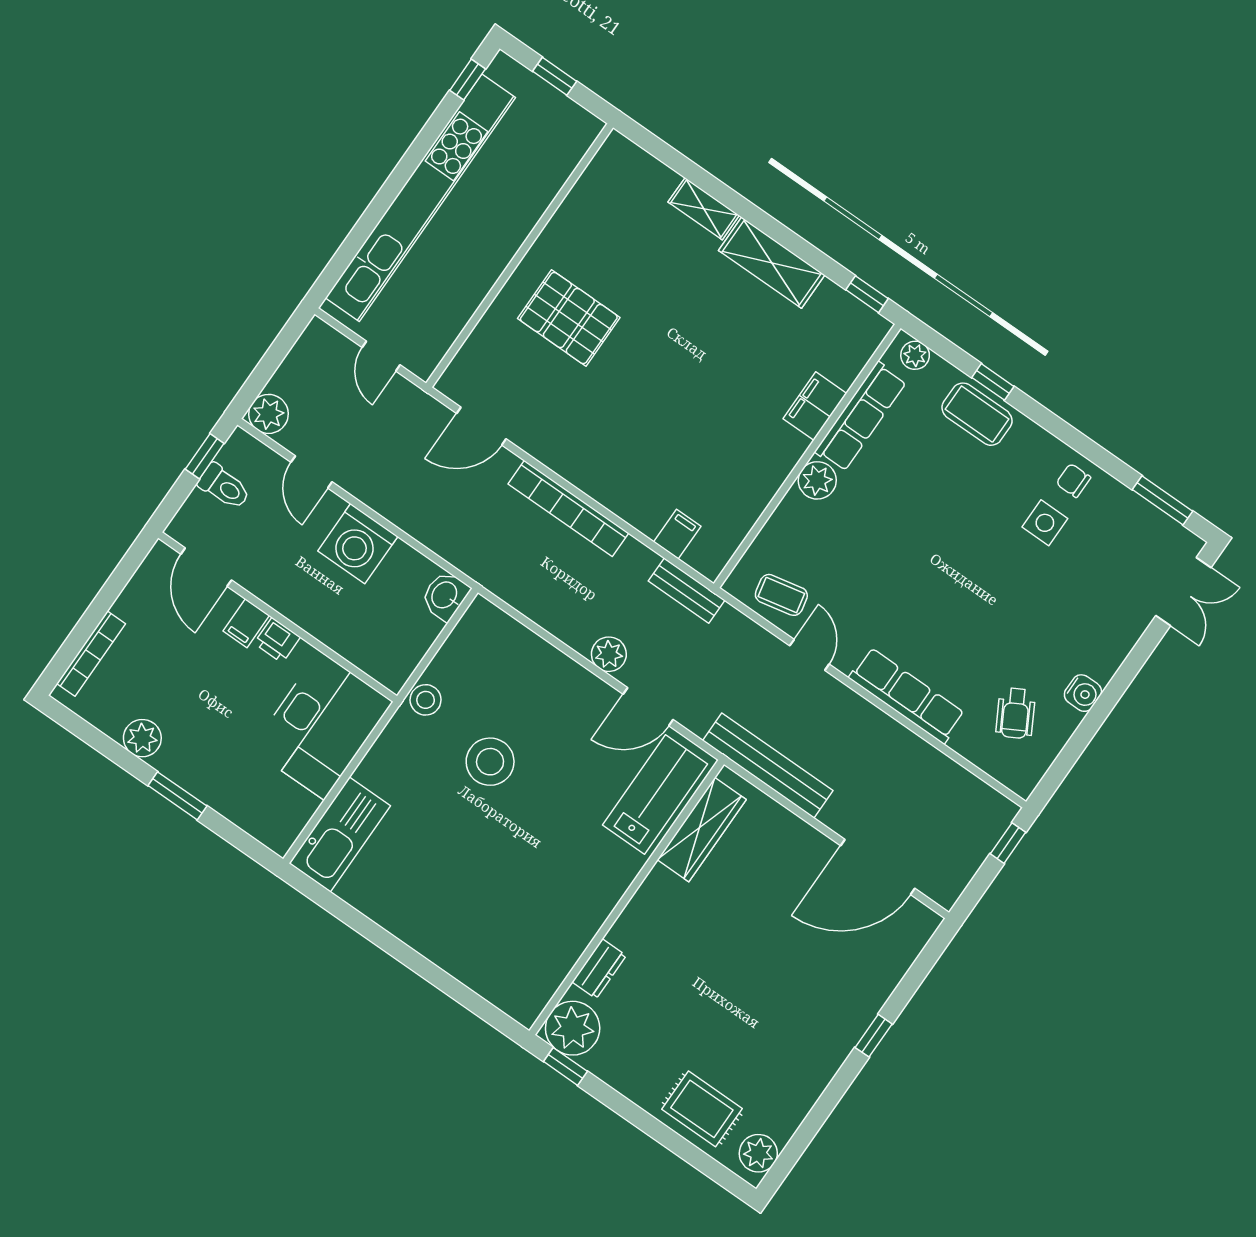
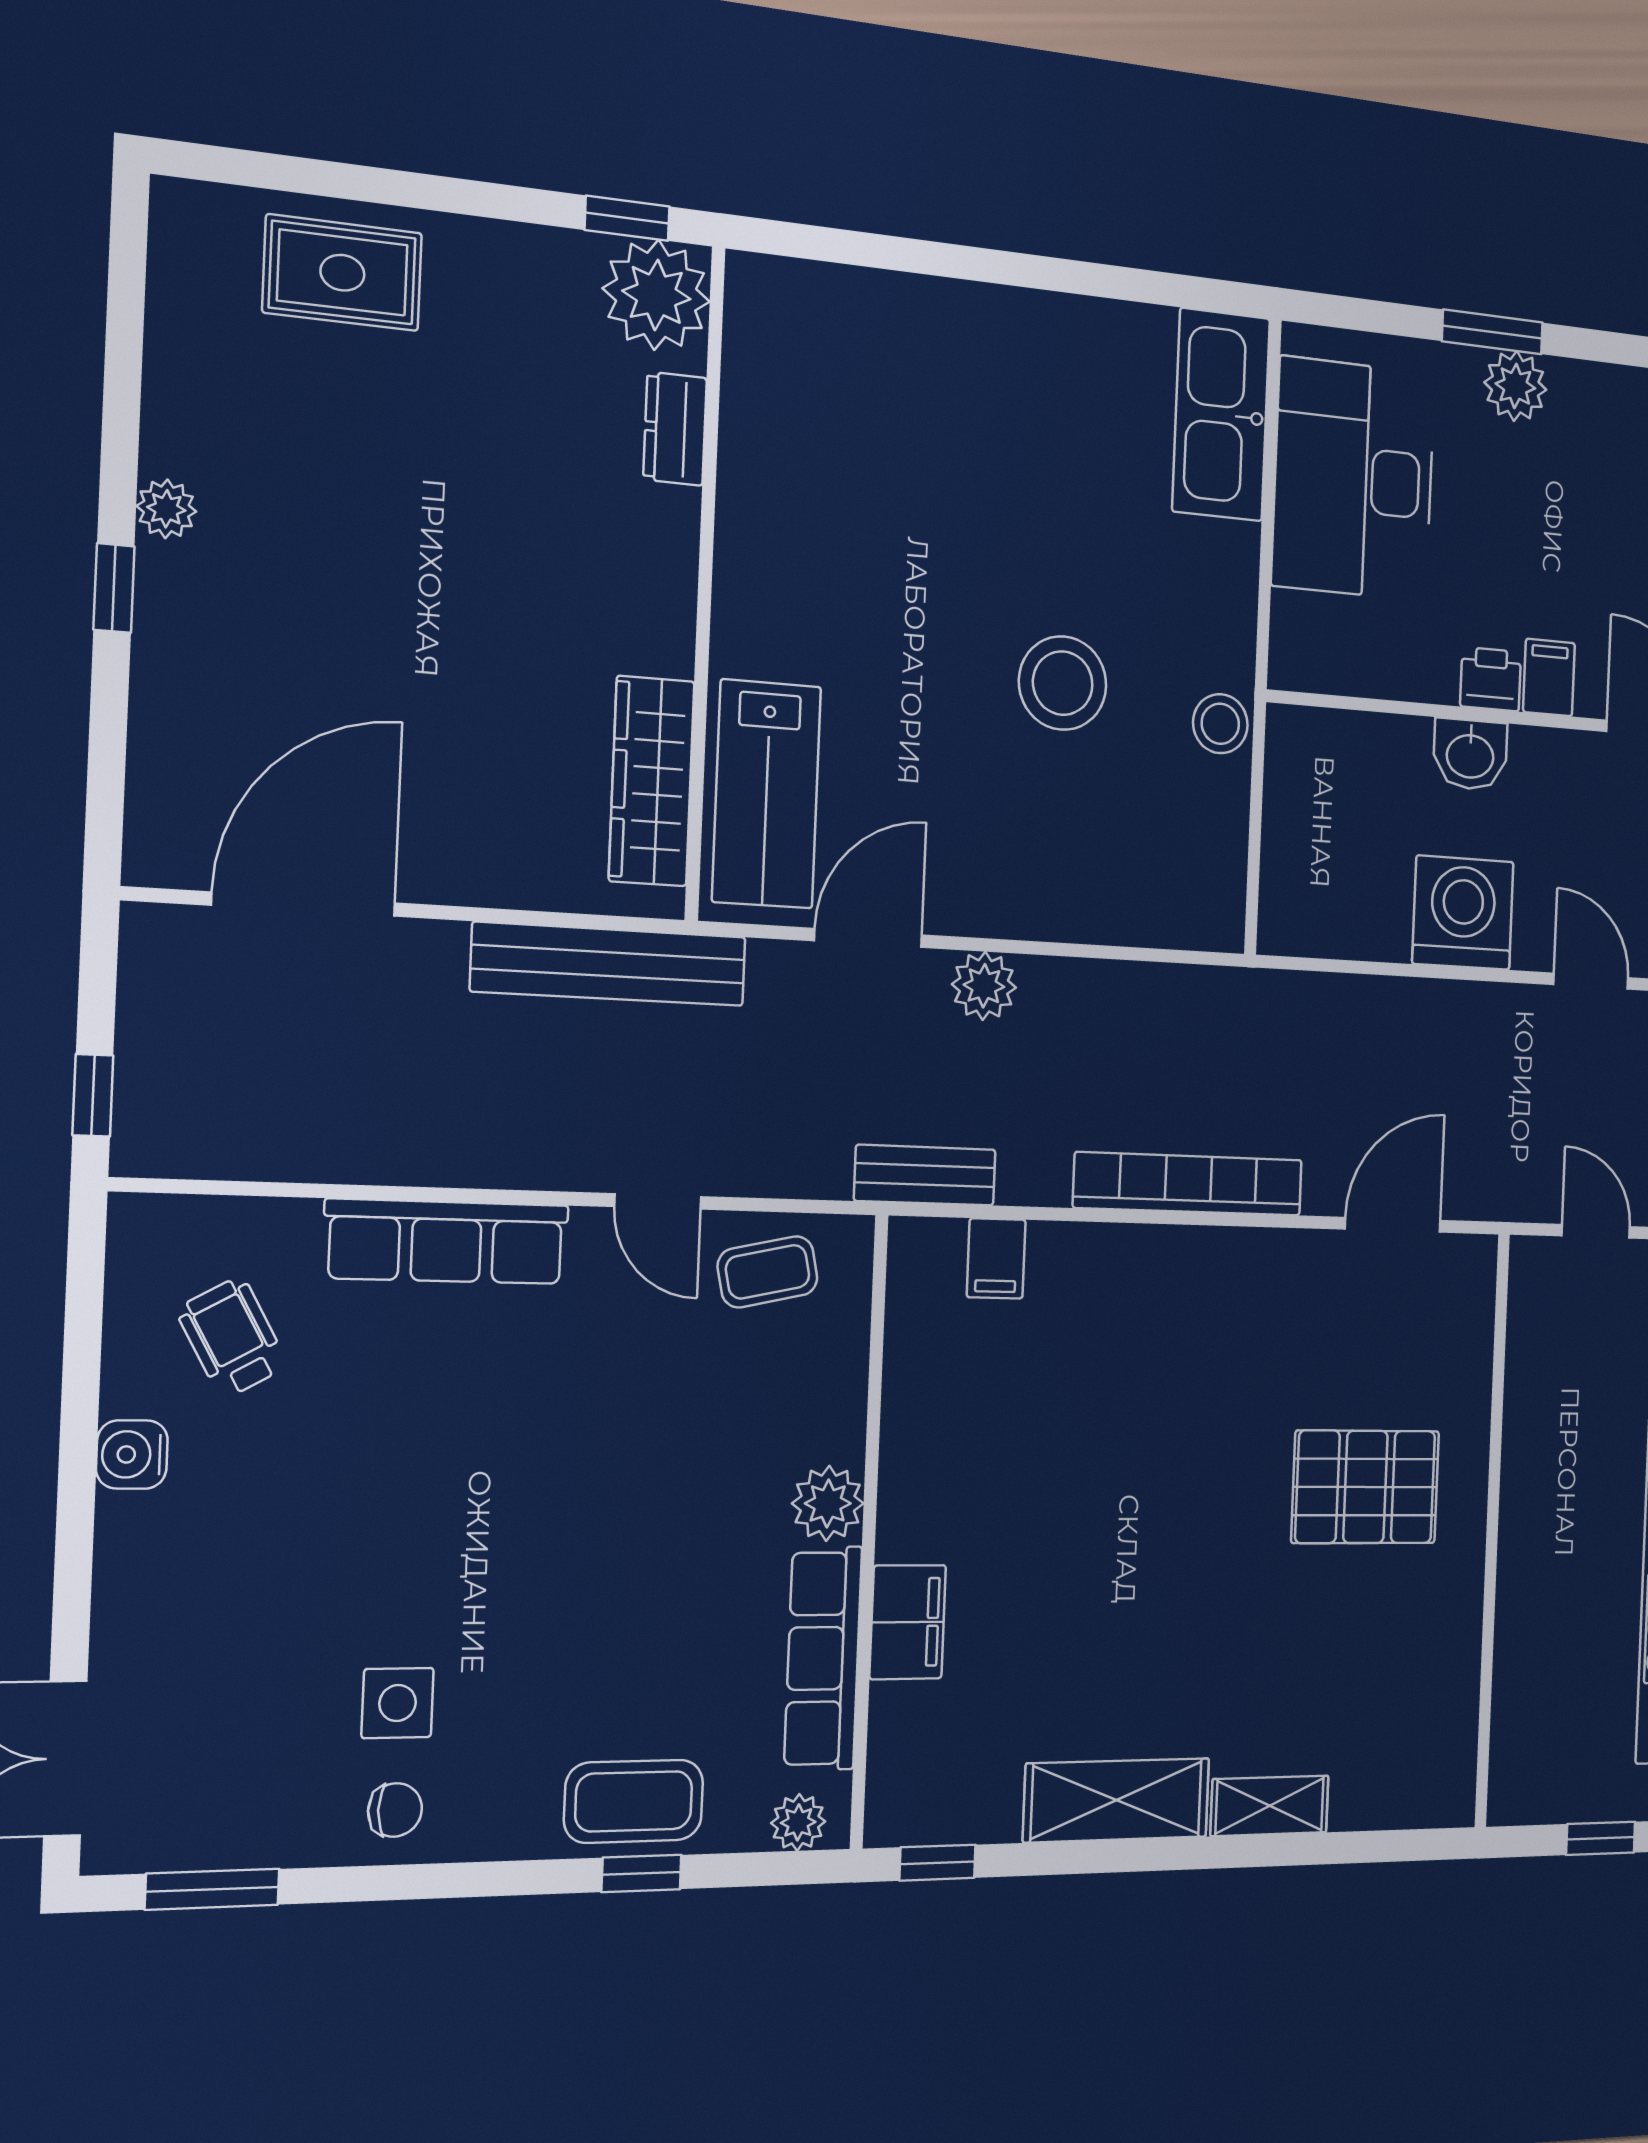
washbasin: (445, 596) -> (1470, 754), moved, turned 90
desk: (322, 725) -> (1354, 479), moved
plant: (142, 738) -> (1515, 386), moved
plant: (758, 1153) -> (166, 509), moved, width x0.73, depth x0.73

